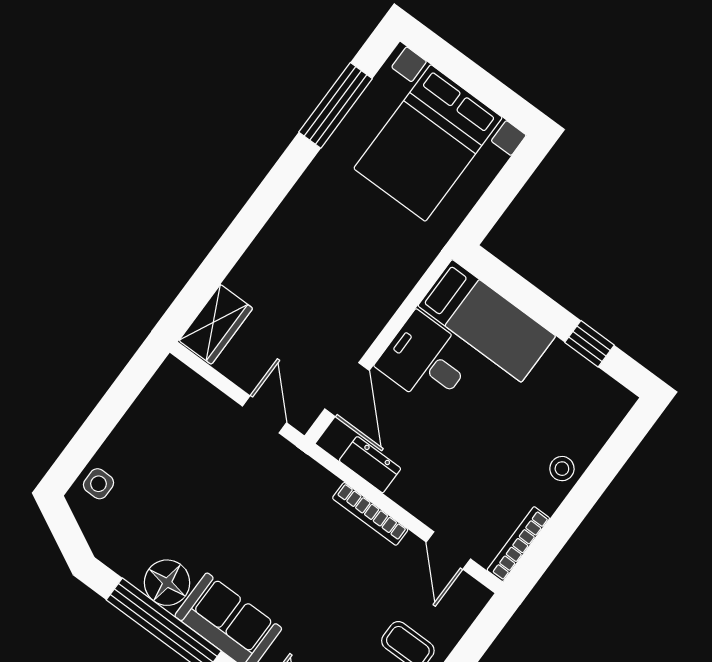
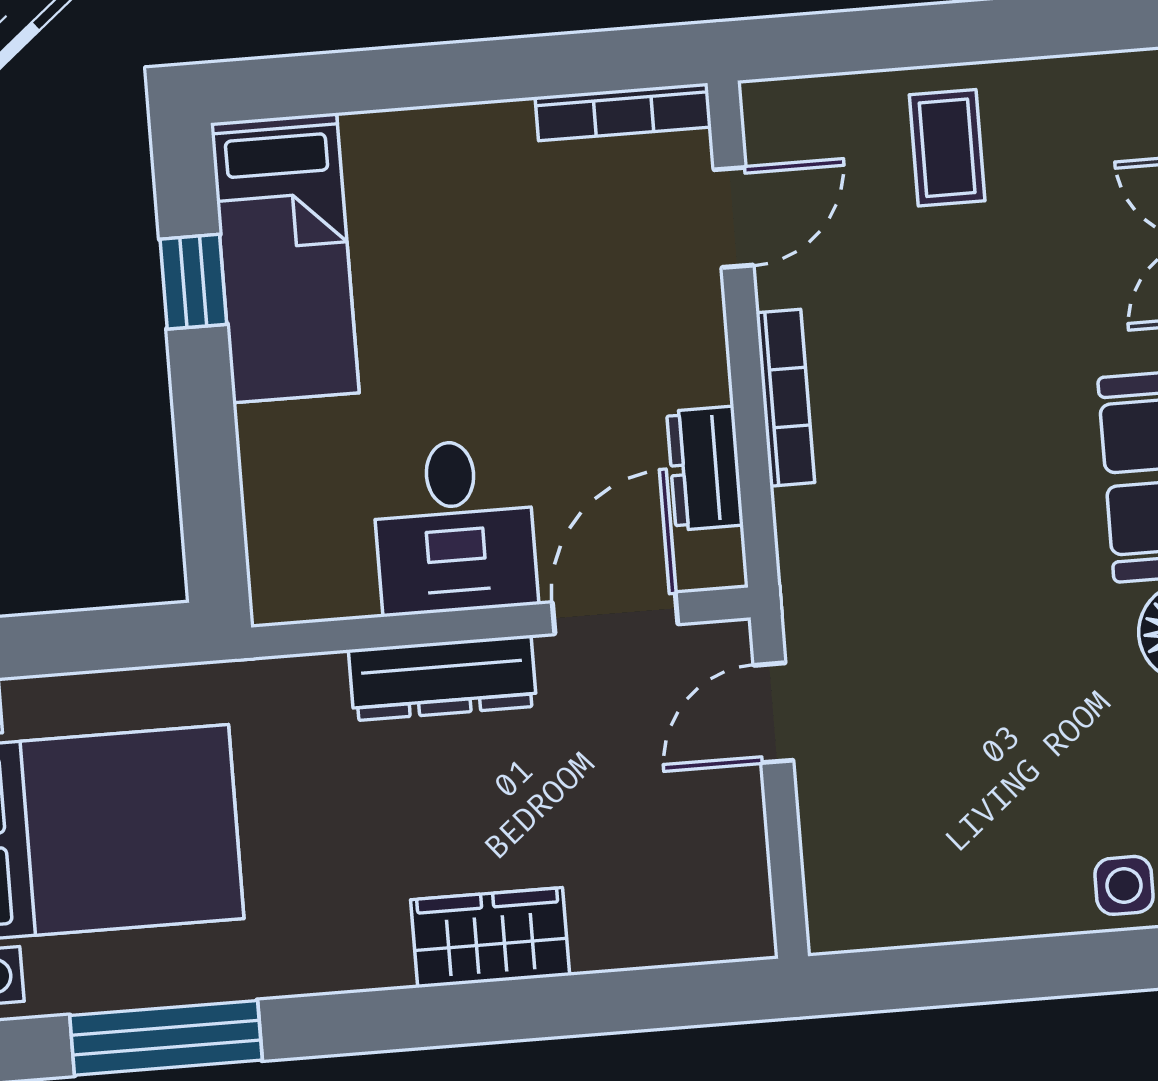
dresser: (377, 310) -> (443, 678), added
bed: (487, 321) -> (285, 258), moved, turned 180
wardrobe: (216, 324) -> (490, 938), moved
stool: (562, 469) -> (437, 148), removed

